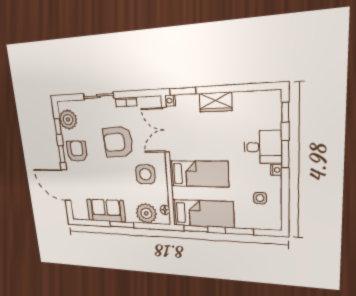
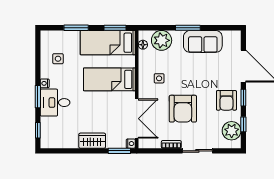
armchair: (118, 142) -> (183, 109), turned 94
side table: (145, 174) -> (159, 78), width x0.54, depth x0.54

